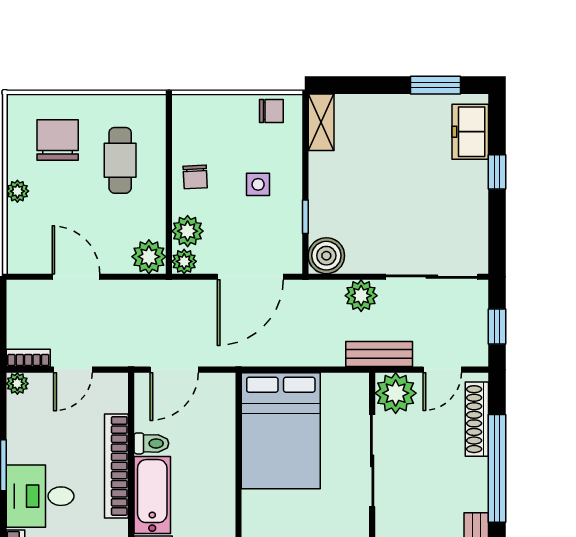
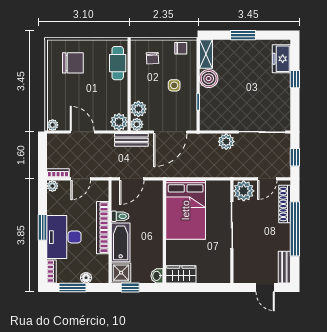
window: (436, 85) -> (243, 35), moved
chair: (58, 140) -> (73, 63), turned 90
cafe table: (120, 160) -> (118, 63), moved
chair: (195, 177) -> (152, 58), moved
plant: (17, 191) -> (53, 125), moved
boiler: (326, 256) -> (209, 79), moved
bench: (379, 354) -> (131, 140), moved
desk: (40, 496) -> (64, 237), width x1.37

